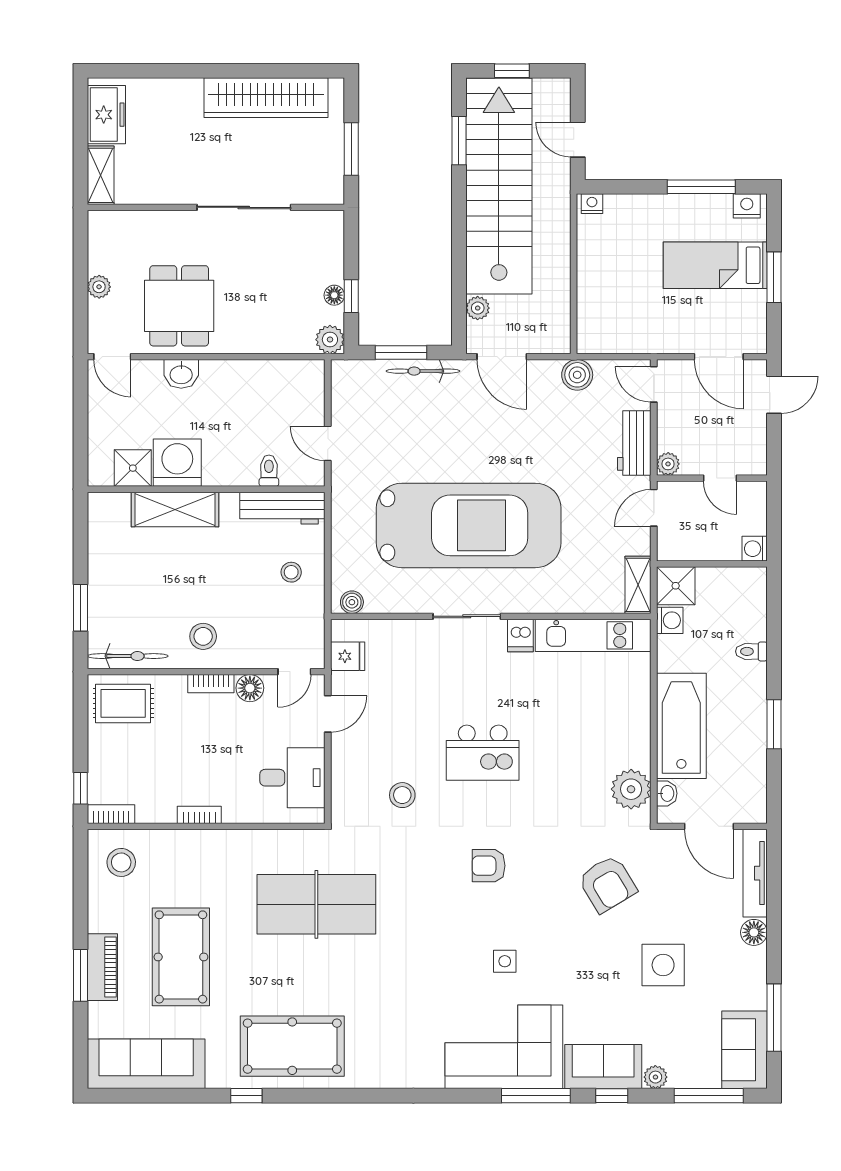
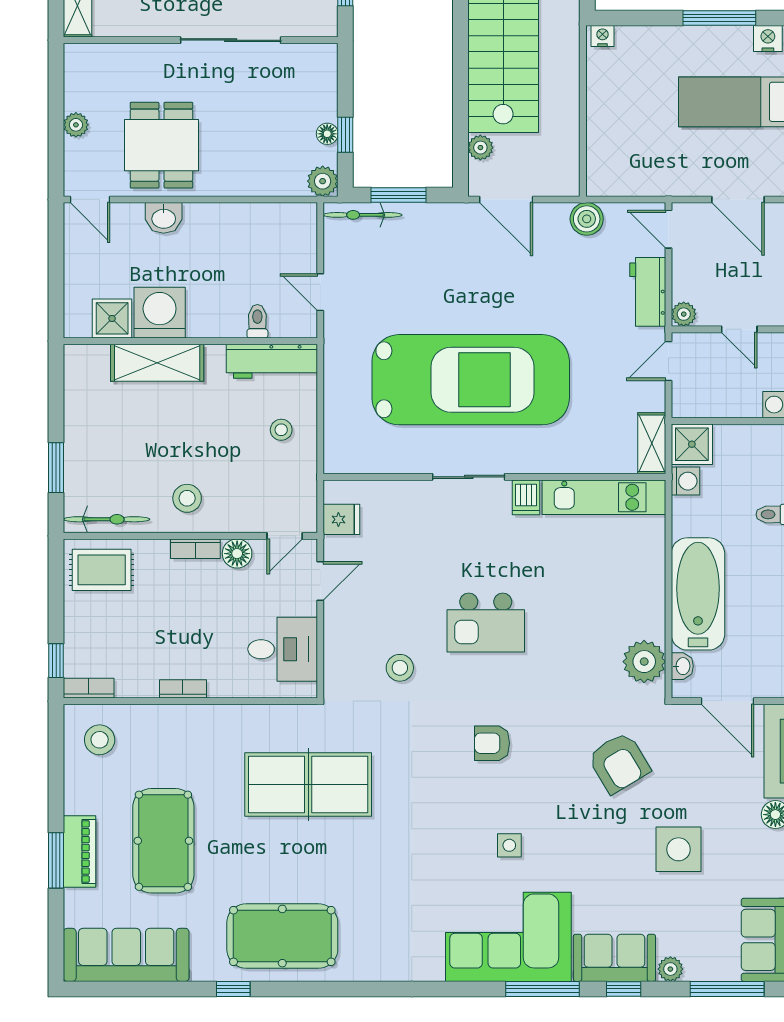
bicycle: (423, 371) -> (363, 215), moved
boiler: (352, 602) -> (346, 462), removed

